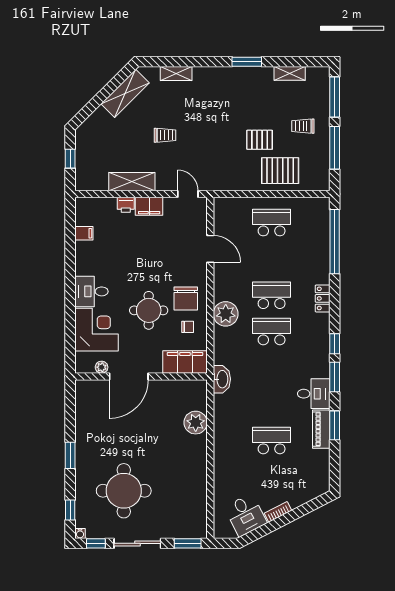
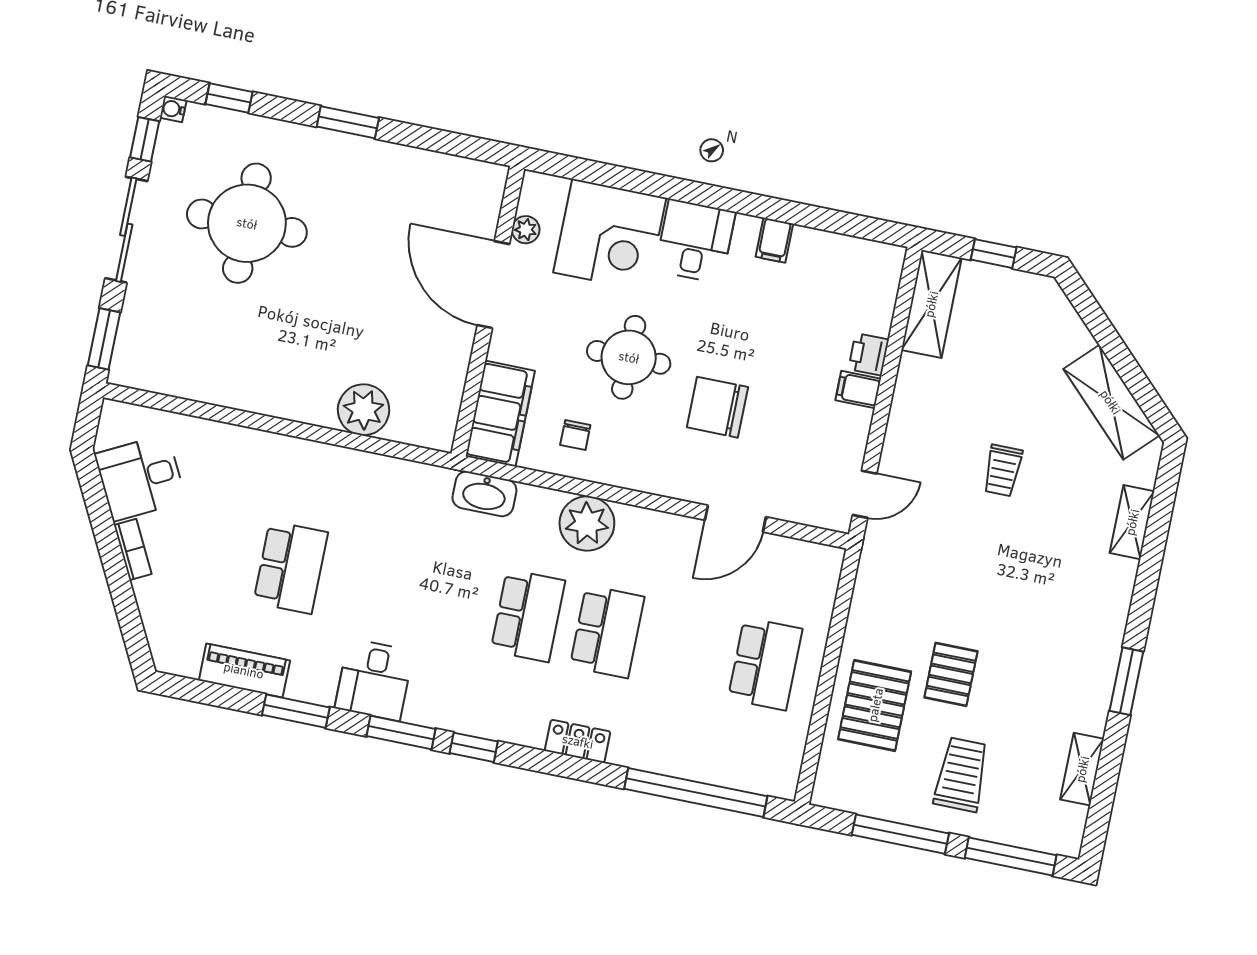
trolley: (303, 126) -> (961, 775), width x1.36, depth x1.39
shelving: (132, 182) -> (931, 304), moved
filing cabinet: (149, 206) -> (858, 390), width x0.50
filing cabinet: (84, 233) -> (774, 240), moved
chair: (186, 298) -> (717, 407), moved
washbasin: (222, 379) -> (484, 494), moved
piano: (321, 429) -> (244, 670), moved

